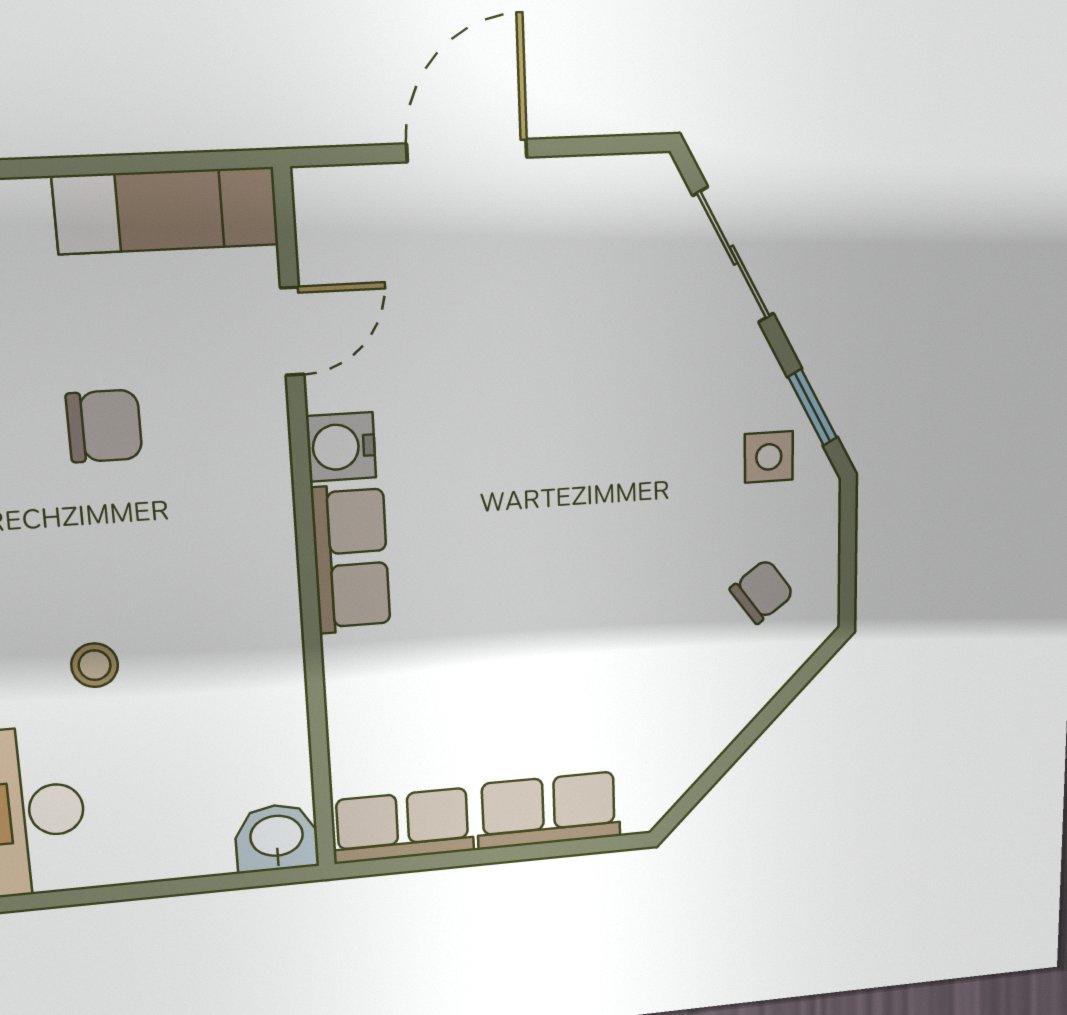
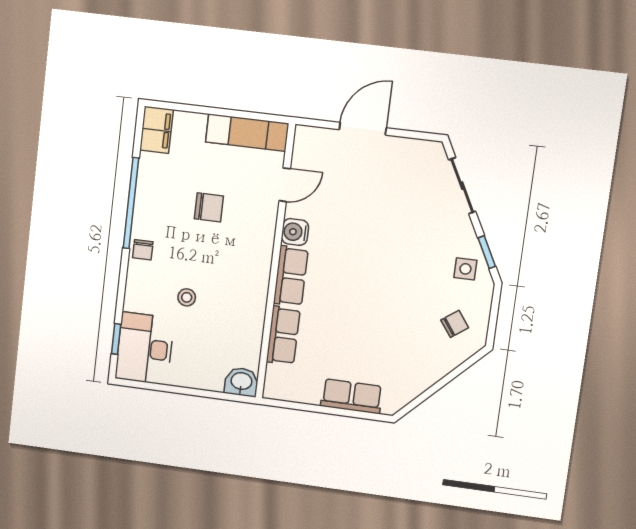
row of seats: (403, 826) -> (283, 335), moved, turned 90

